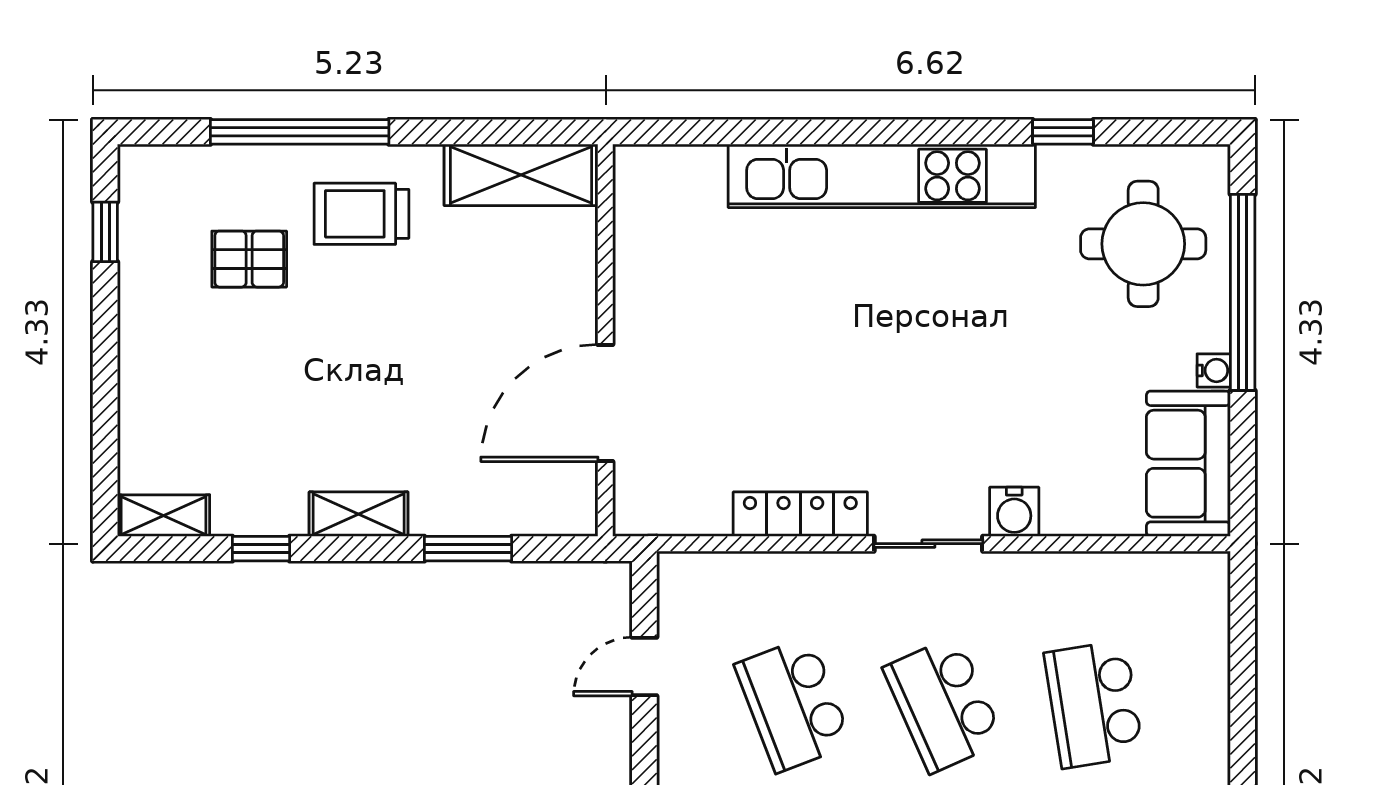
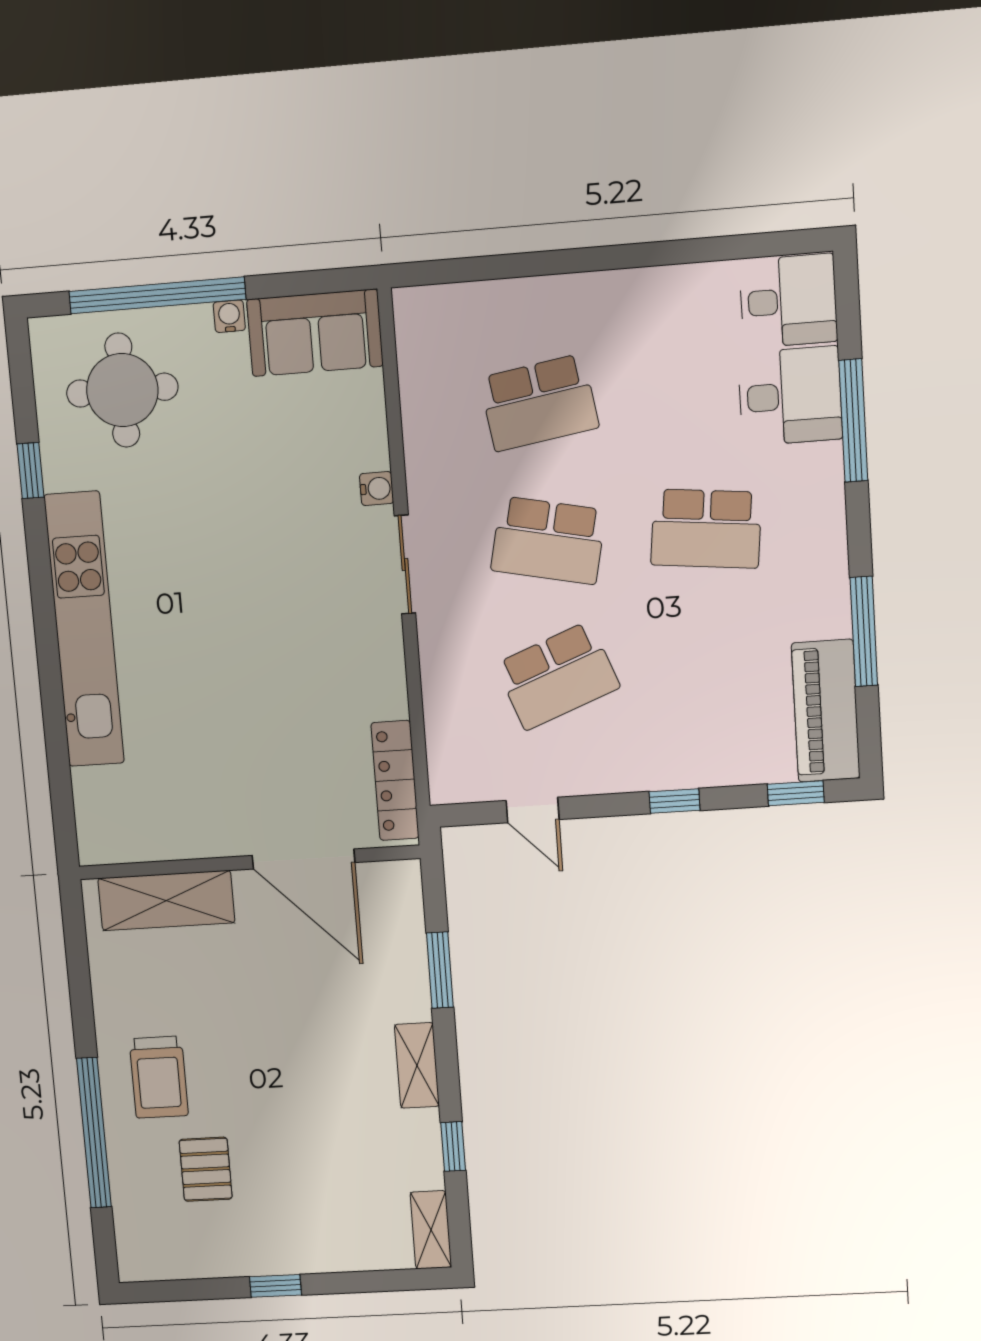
shelving: (521, 175) -> (166, 901), moved, turned 90
window: (105, 232) -> (276, 1286), moved
water cooler: (1014, 512) -> (377, 489), width x0.72, depth x0.72
locker: (800, 514) -> (395, 780), moved
school desk: (944, 704) -> (548, 540), turned 36

